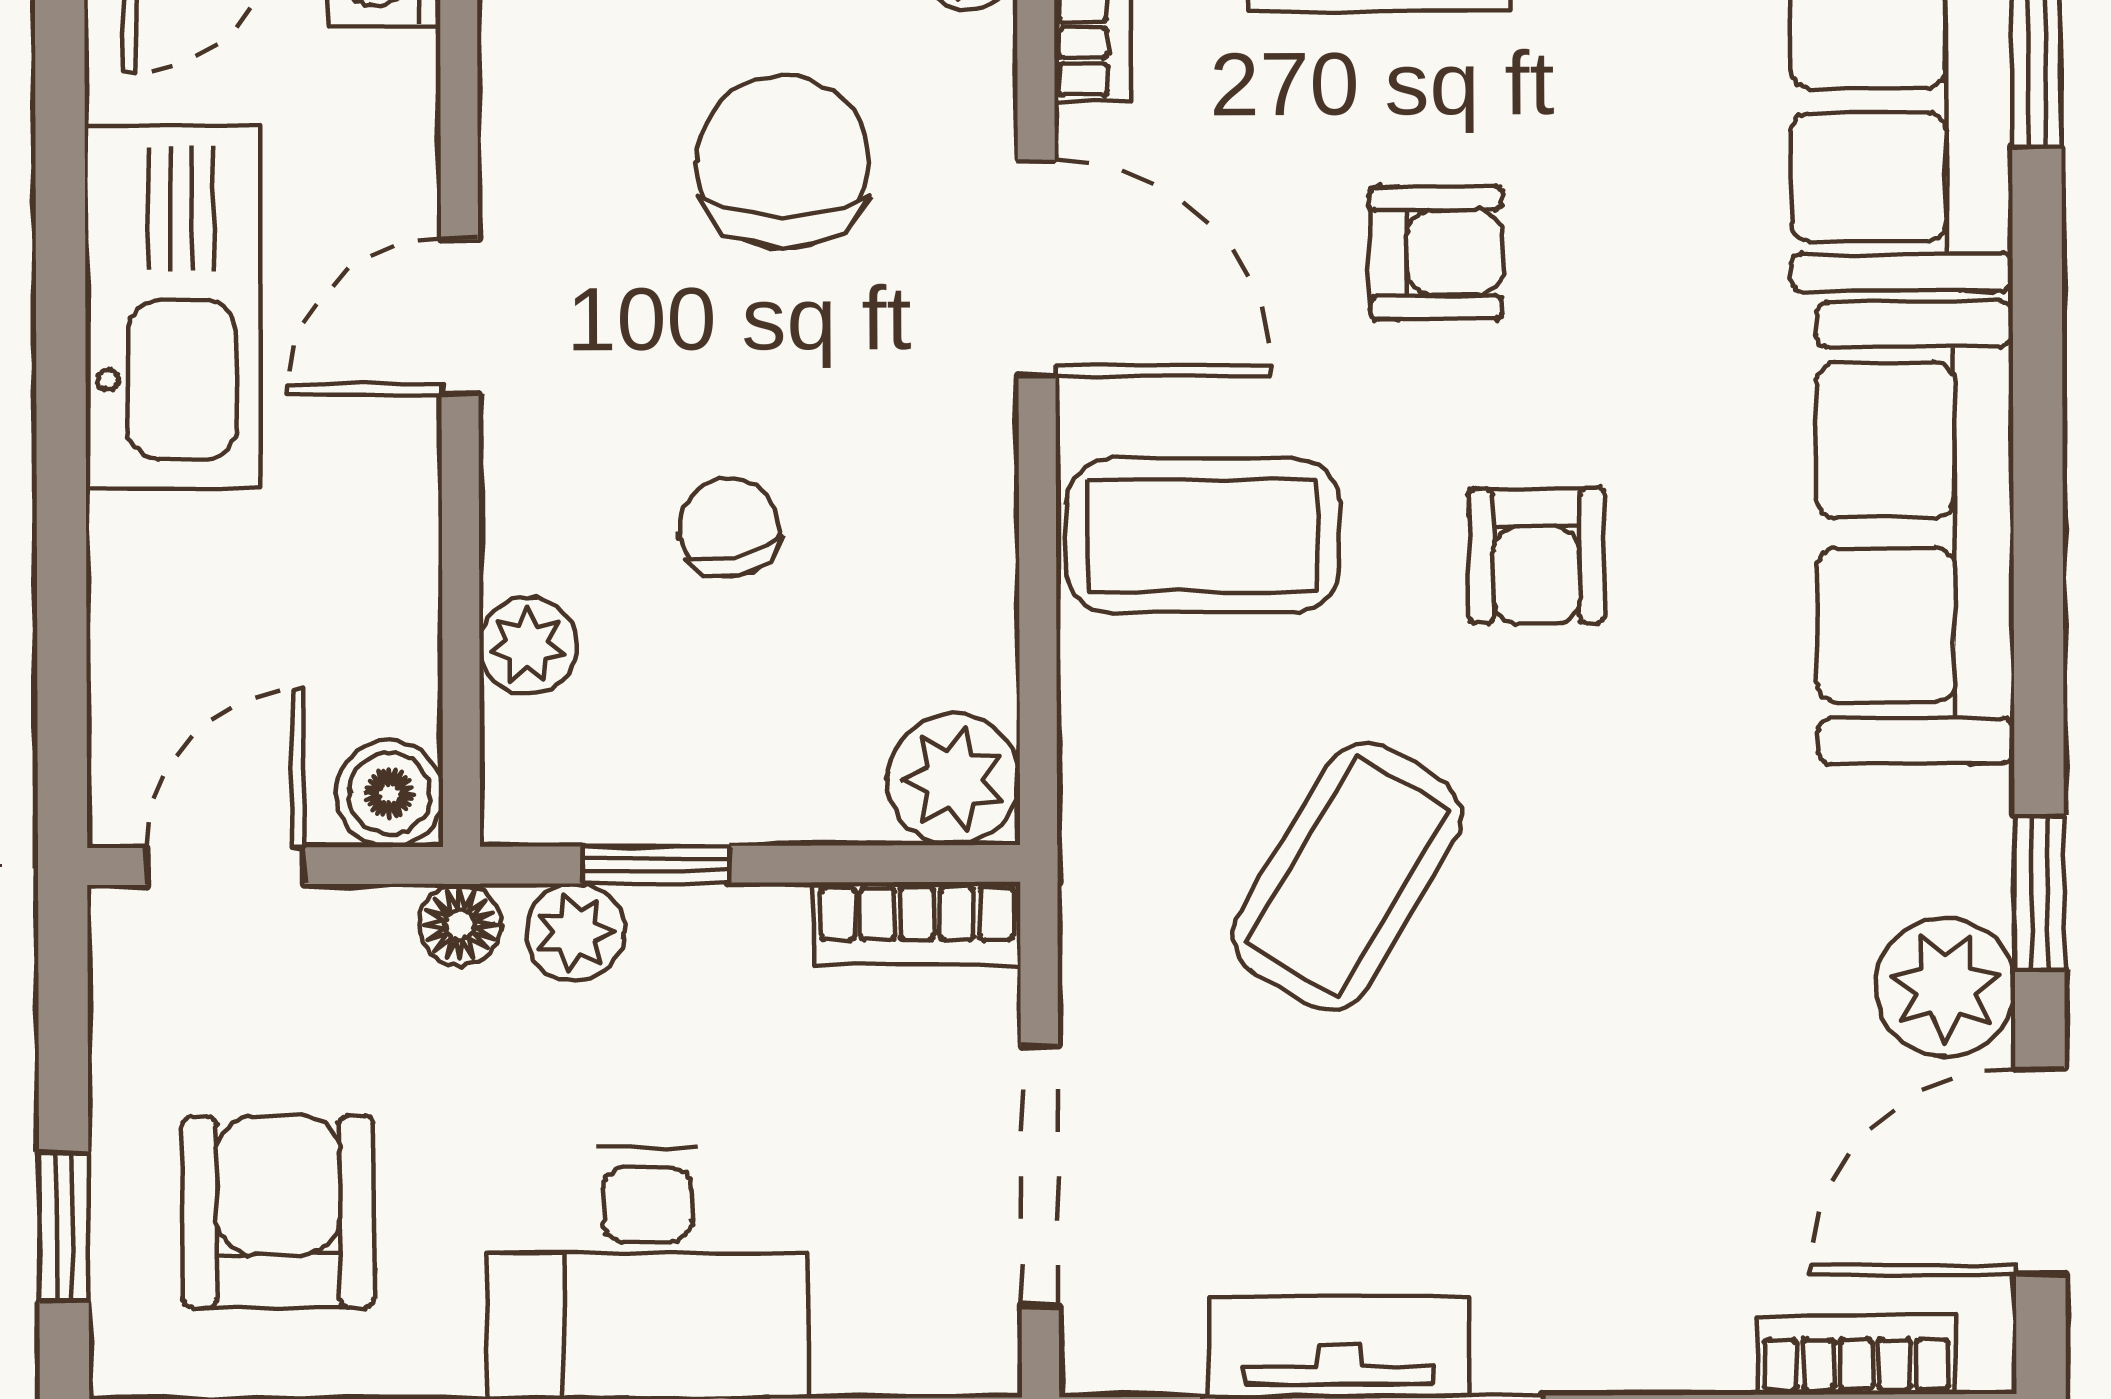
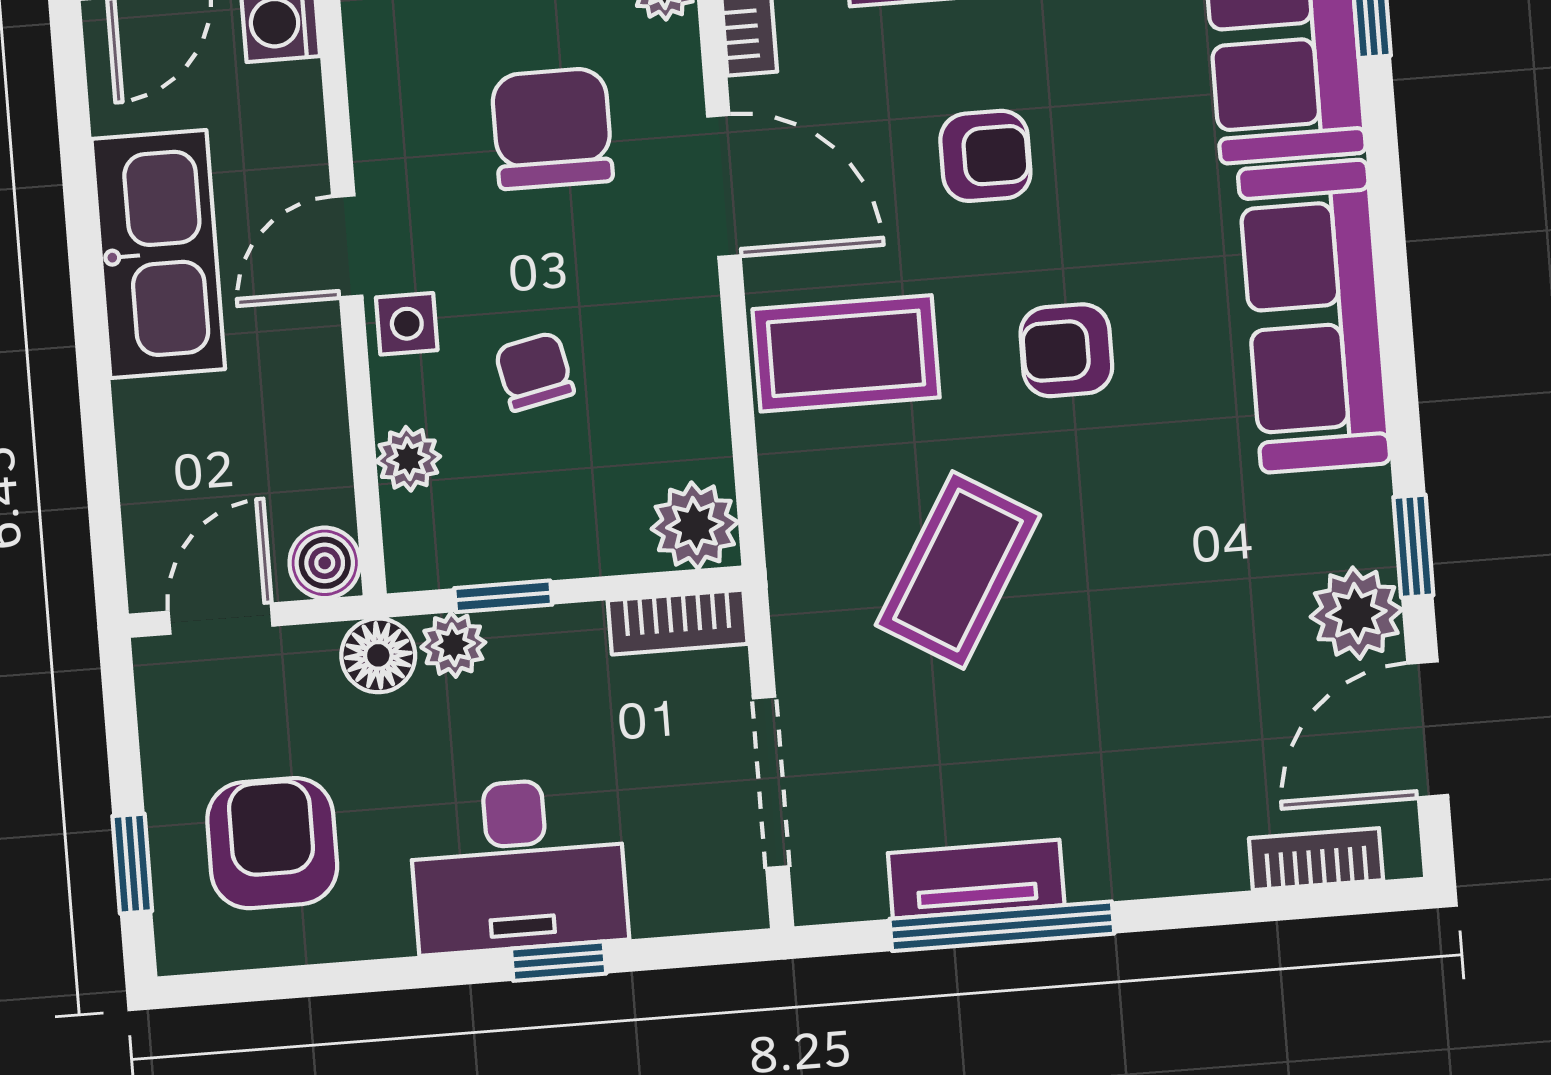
side table: (541, 441) -> (407, 324), added
armchair: (1536, 556) -> (1066, 350), turned 90
floor lamp: (460, 925) -> (378, 655), width x1.37, depth x1.37

